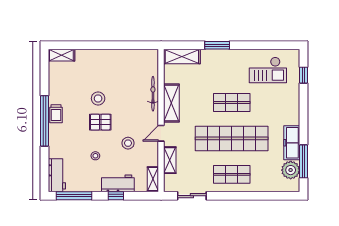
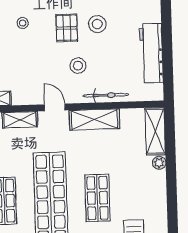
window: (217, 45) -> (171, 177), removed
plant: (206, 54) -> (159, 163), added
workbench: (122, 58) -> (151, 53), added
stool: (128, 143) -> (78, 66), moved

